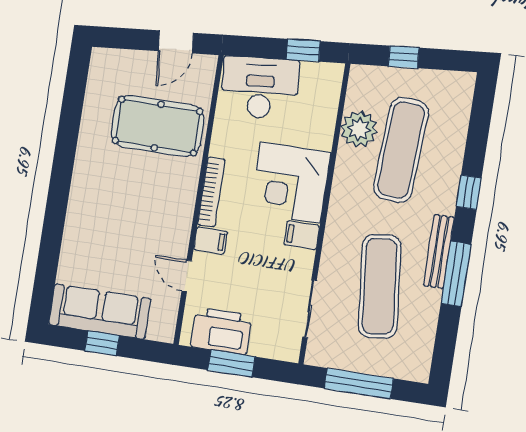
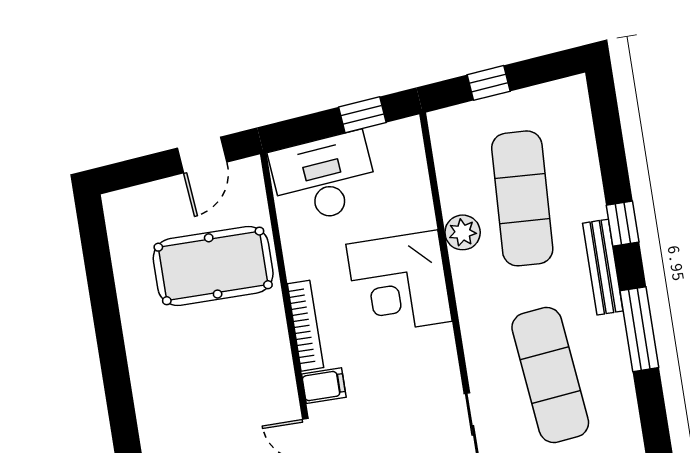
plant: (359, 129) -> (463, 232), moved, width x0.73, depth x0.73
filing cabinet: (302, 235) -> (434, 343), removed
bench: (439, 251) -> (603, 267), moved

